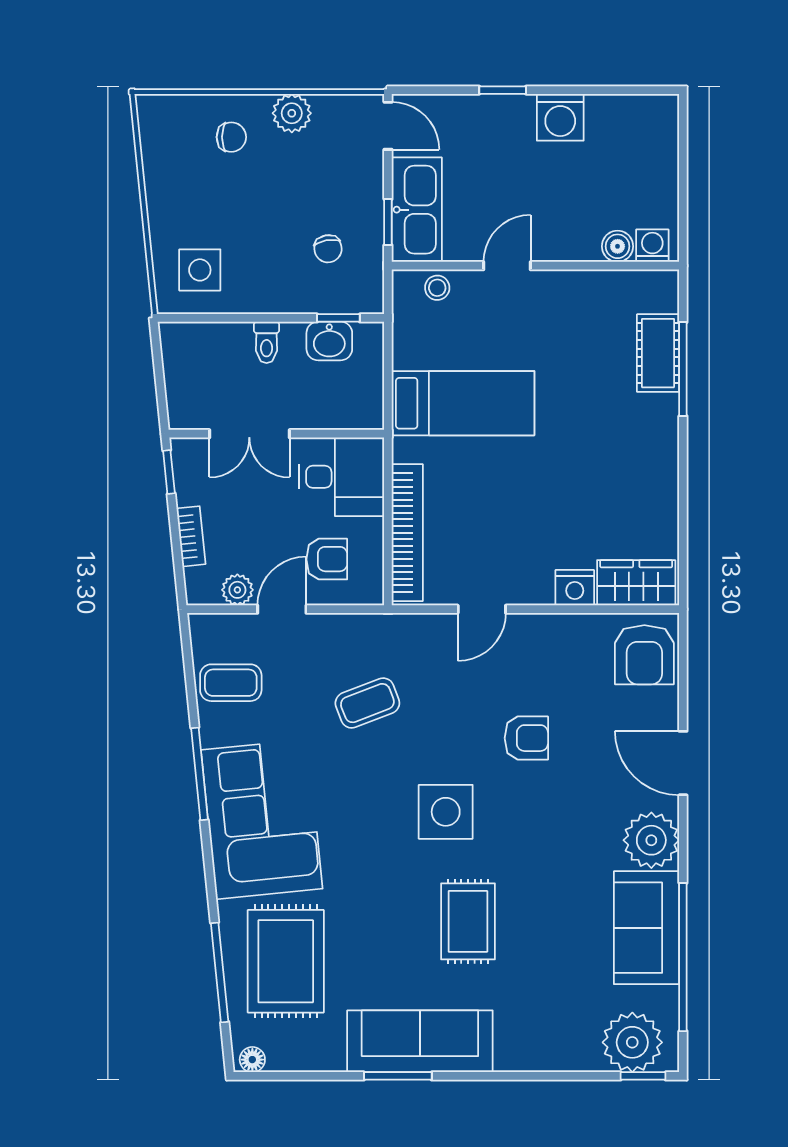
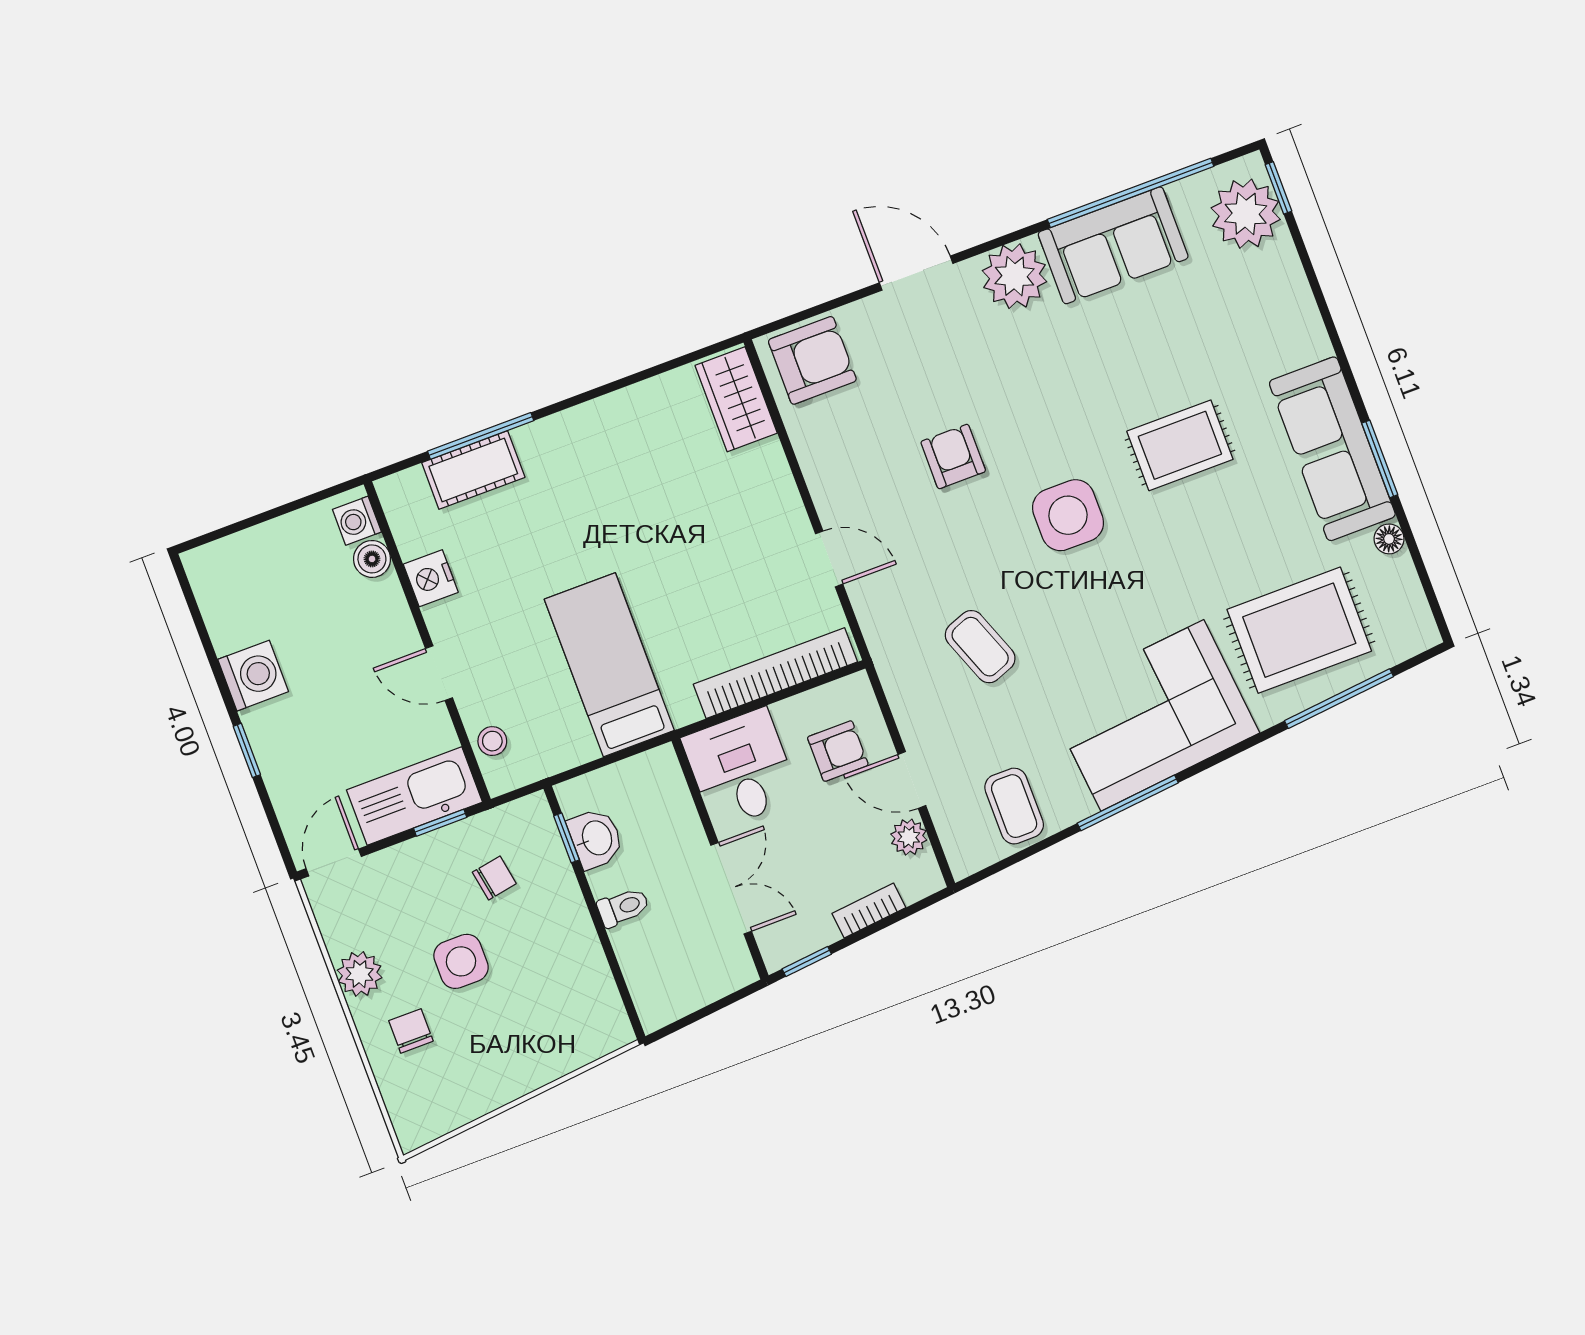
side table: (200, 270) -> (461, 961), moved
armchair: (327, 559) -> (838, 751), turned 90
nightstand: (575, 588) -> (431, 578), moved, turned 180
door: (683, 763) -> (916, 273), swing flipped
floor lamp: (252, 1060) -> (1389, 539), moved

